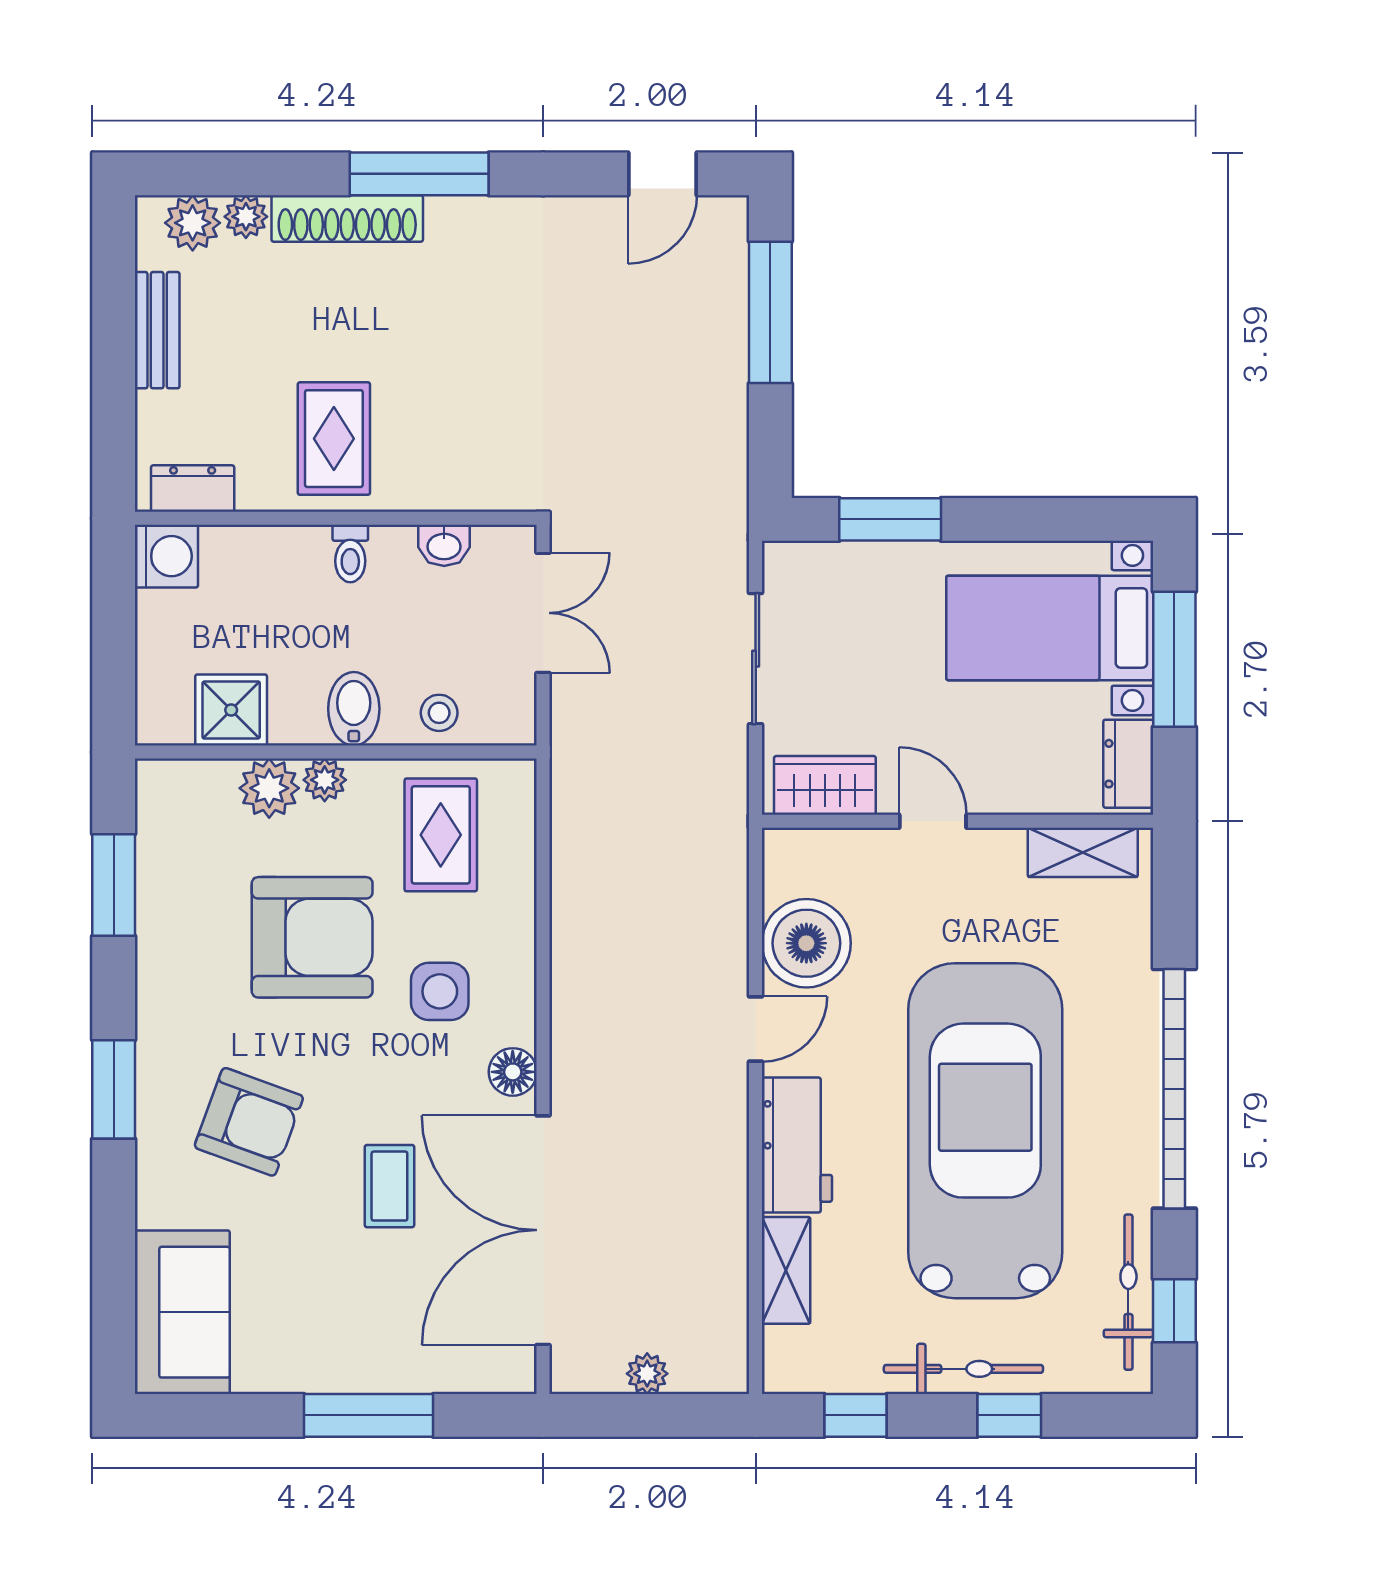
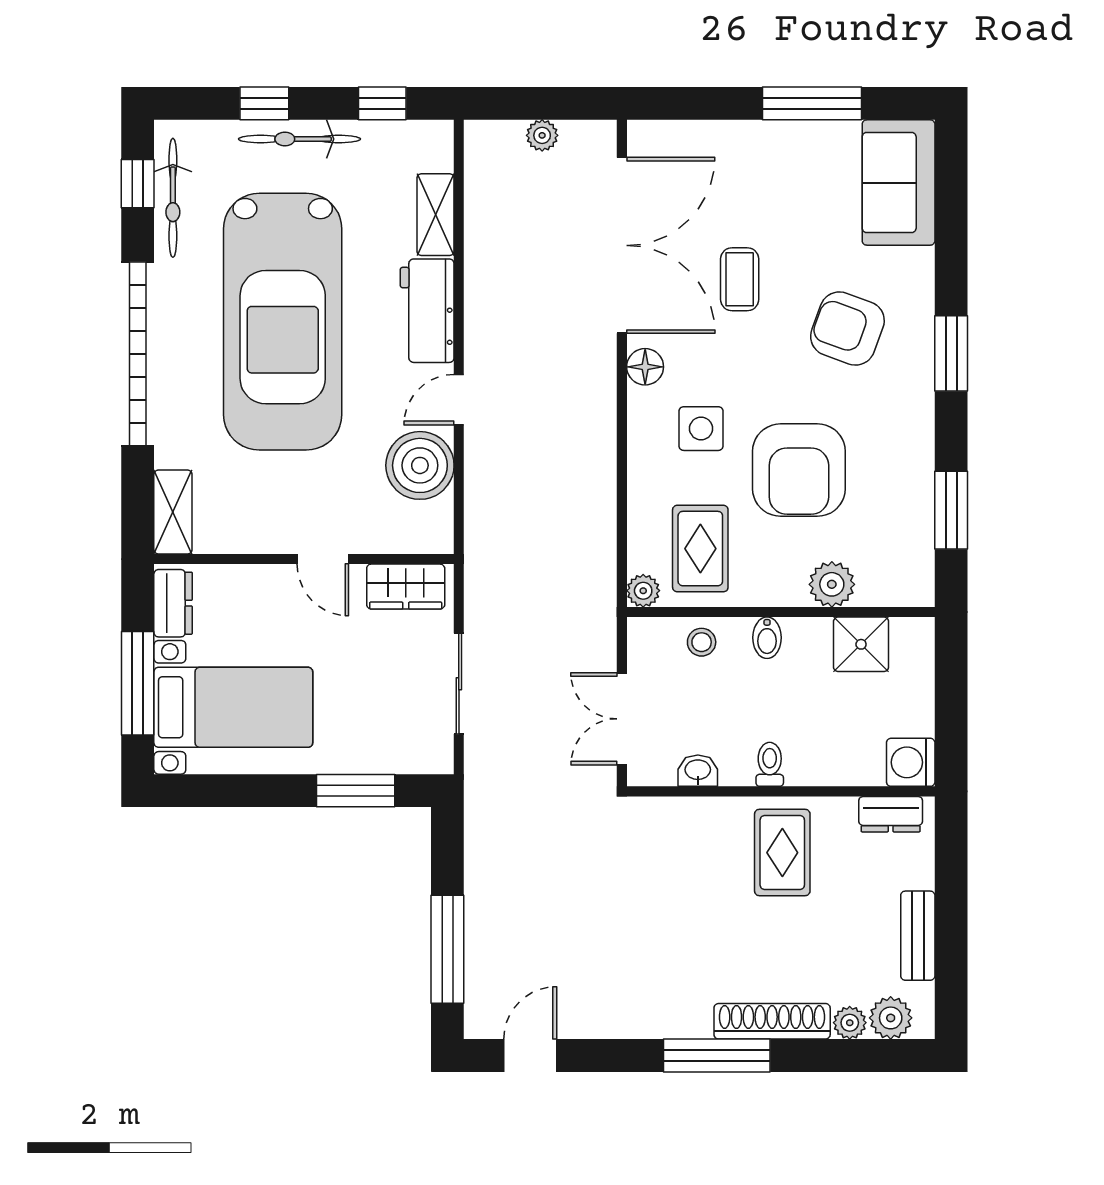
bidet: (354, 709) -> (767, 638), width x0.72, depth x0.74
plant: (325, 780) -> (643, 591), moved
shelving: (1083, 852) -> (173, 512), moved, turned 90
armchair: (312, 937) -> (799, 470), turned -90
window: (368, 1415) -> (812, 103), moved

